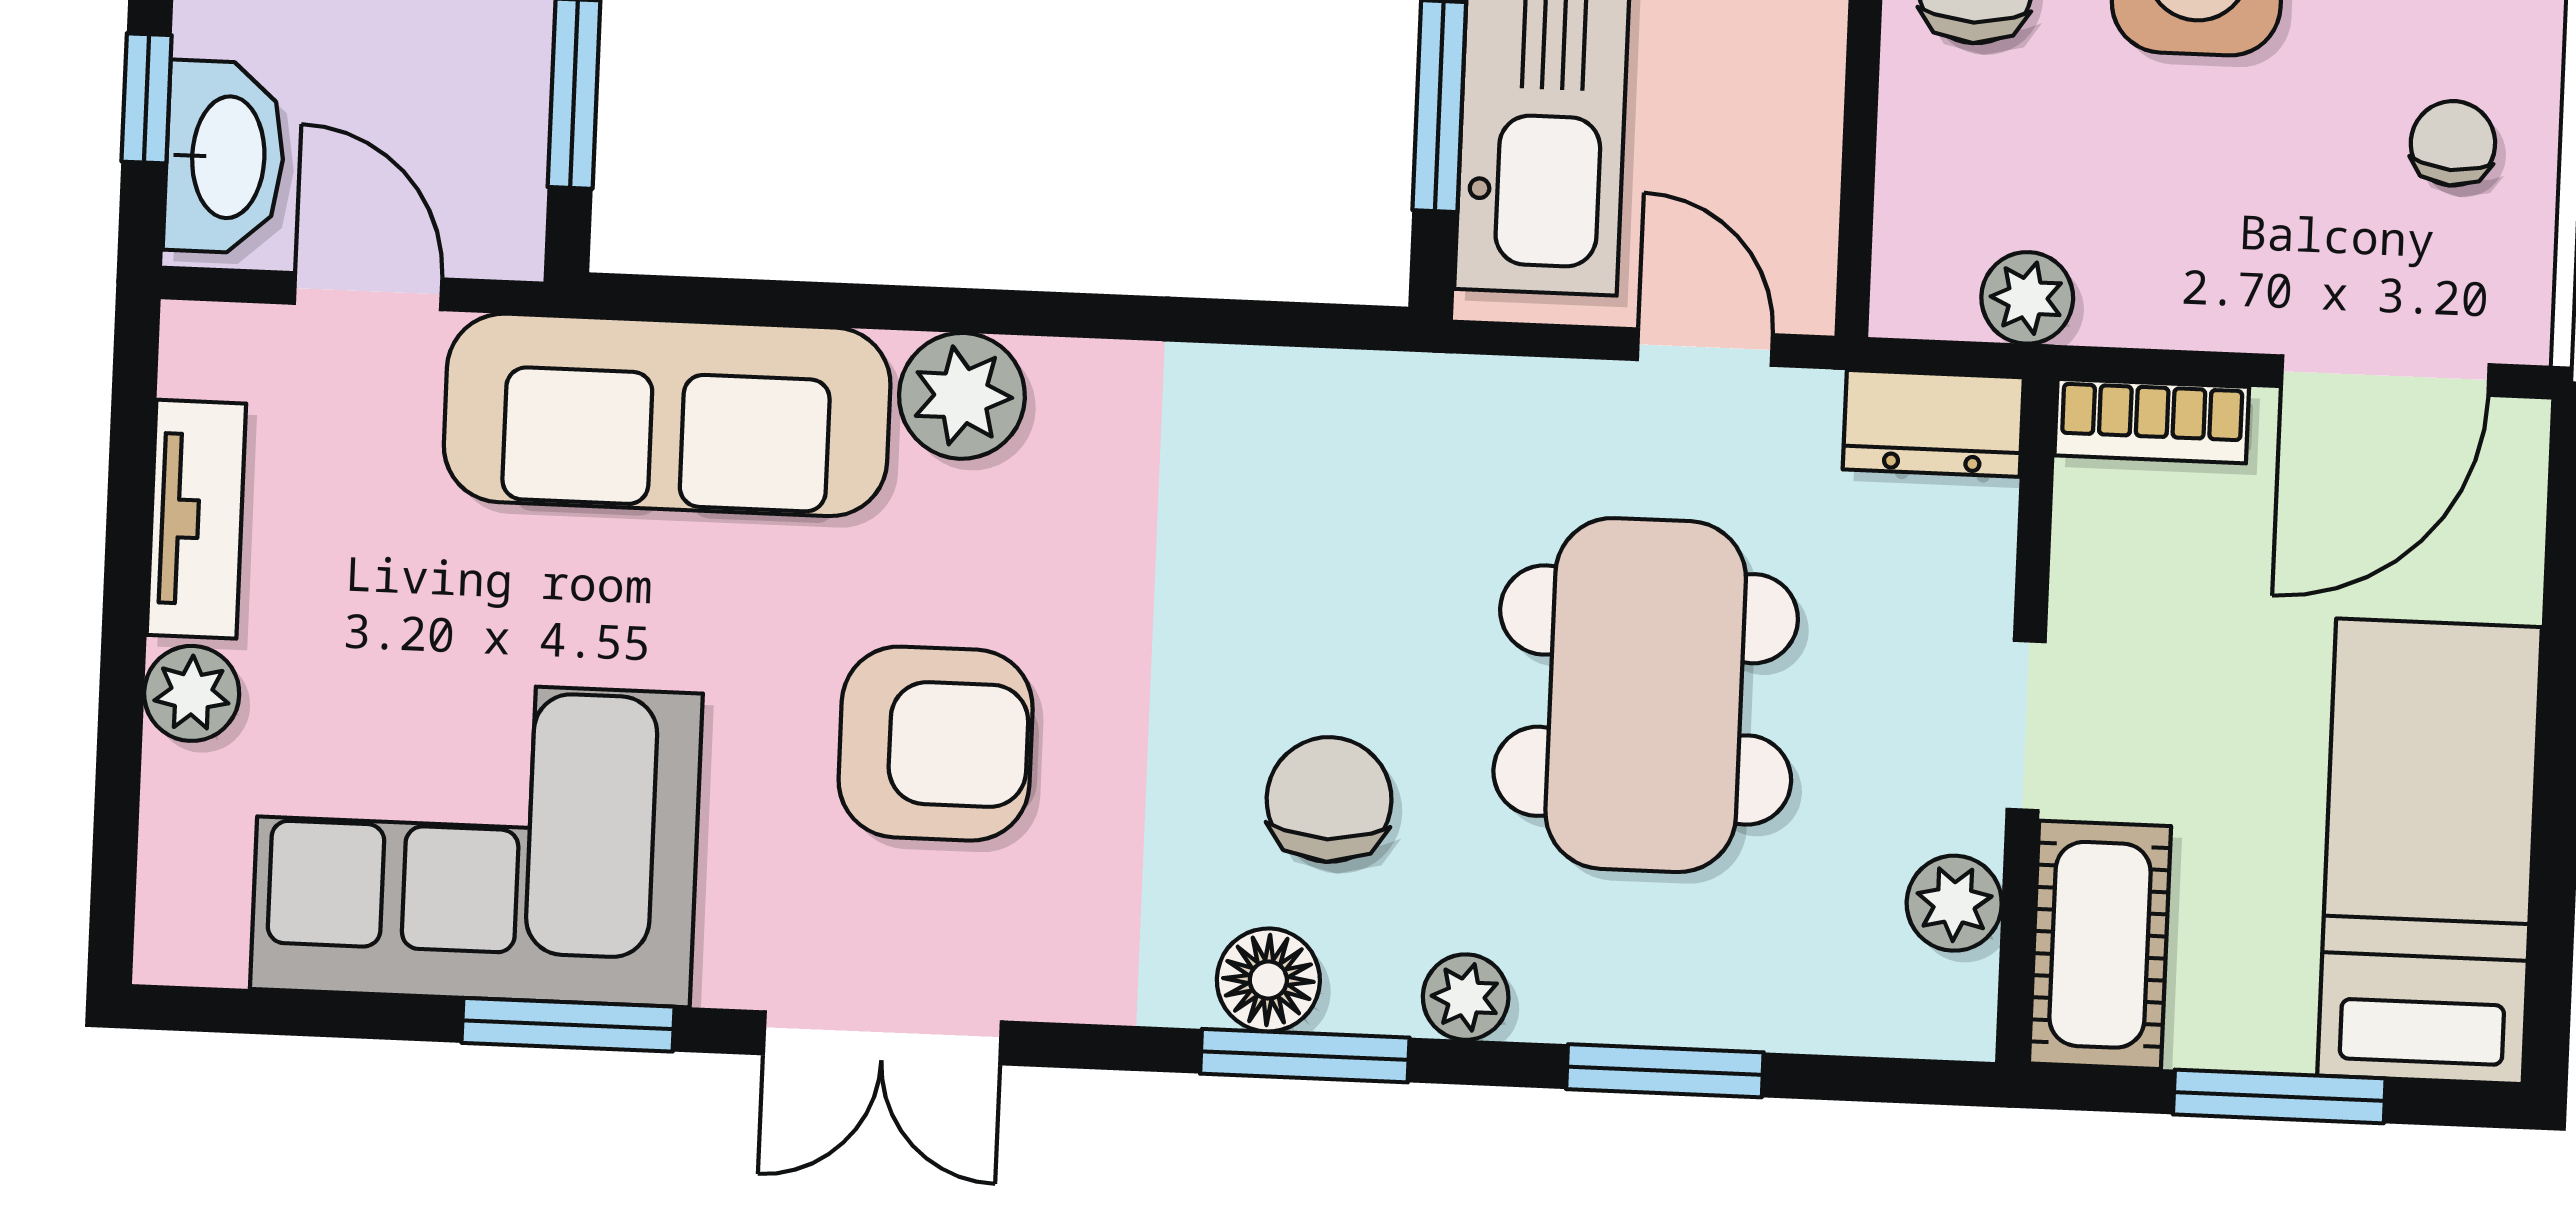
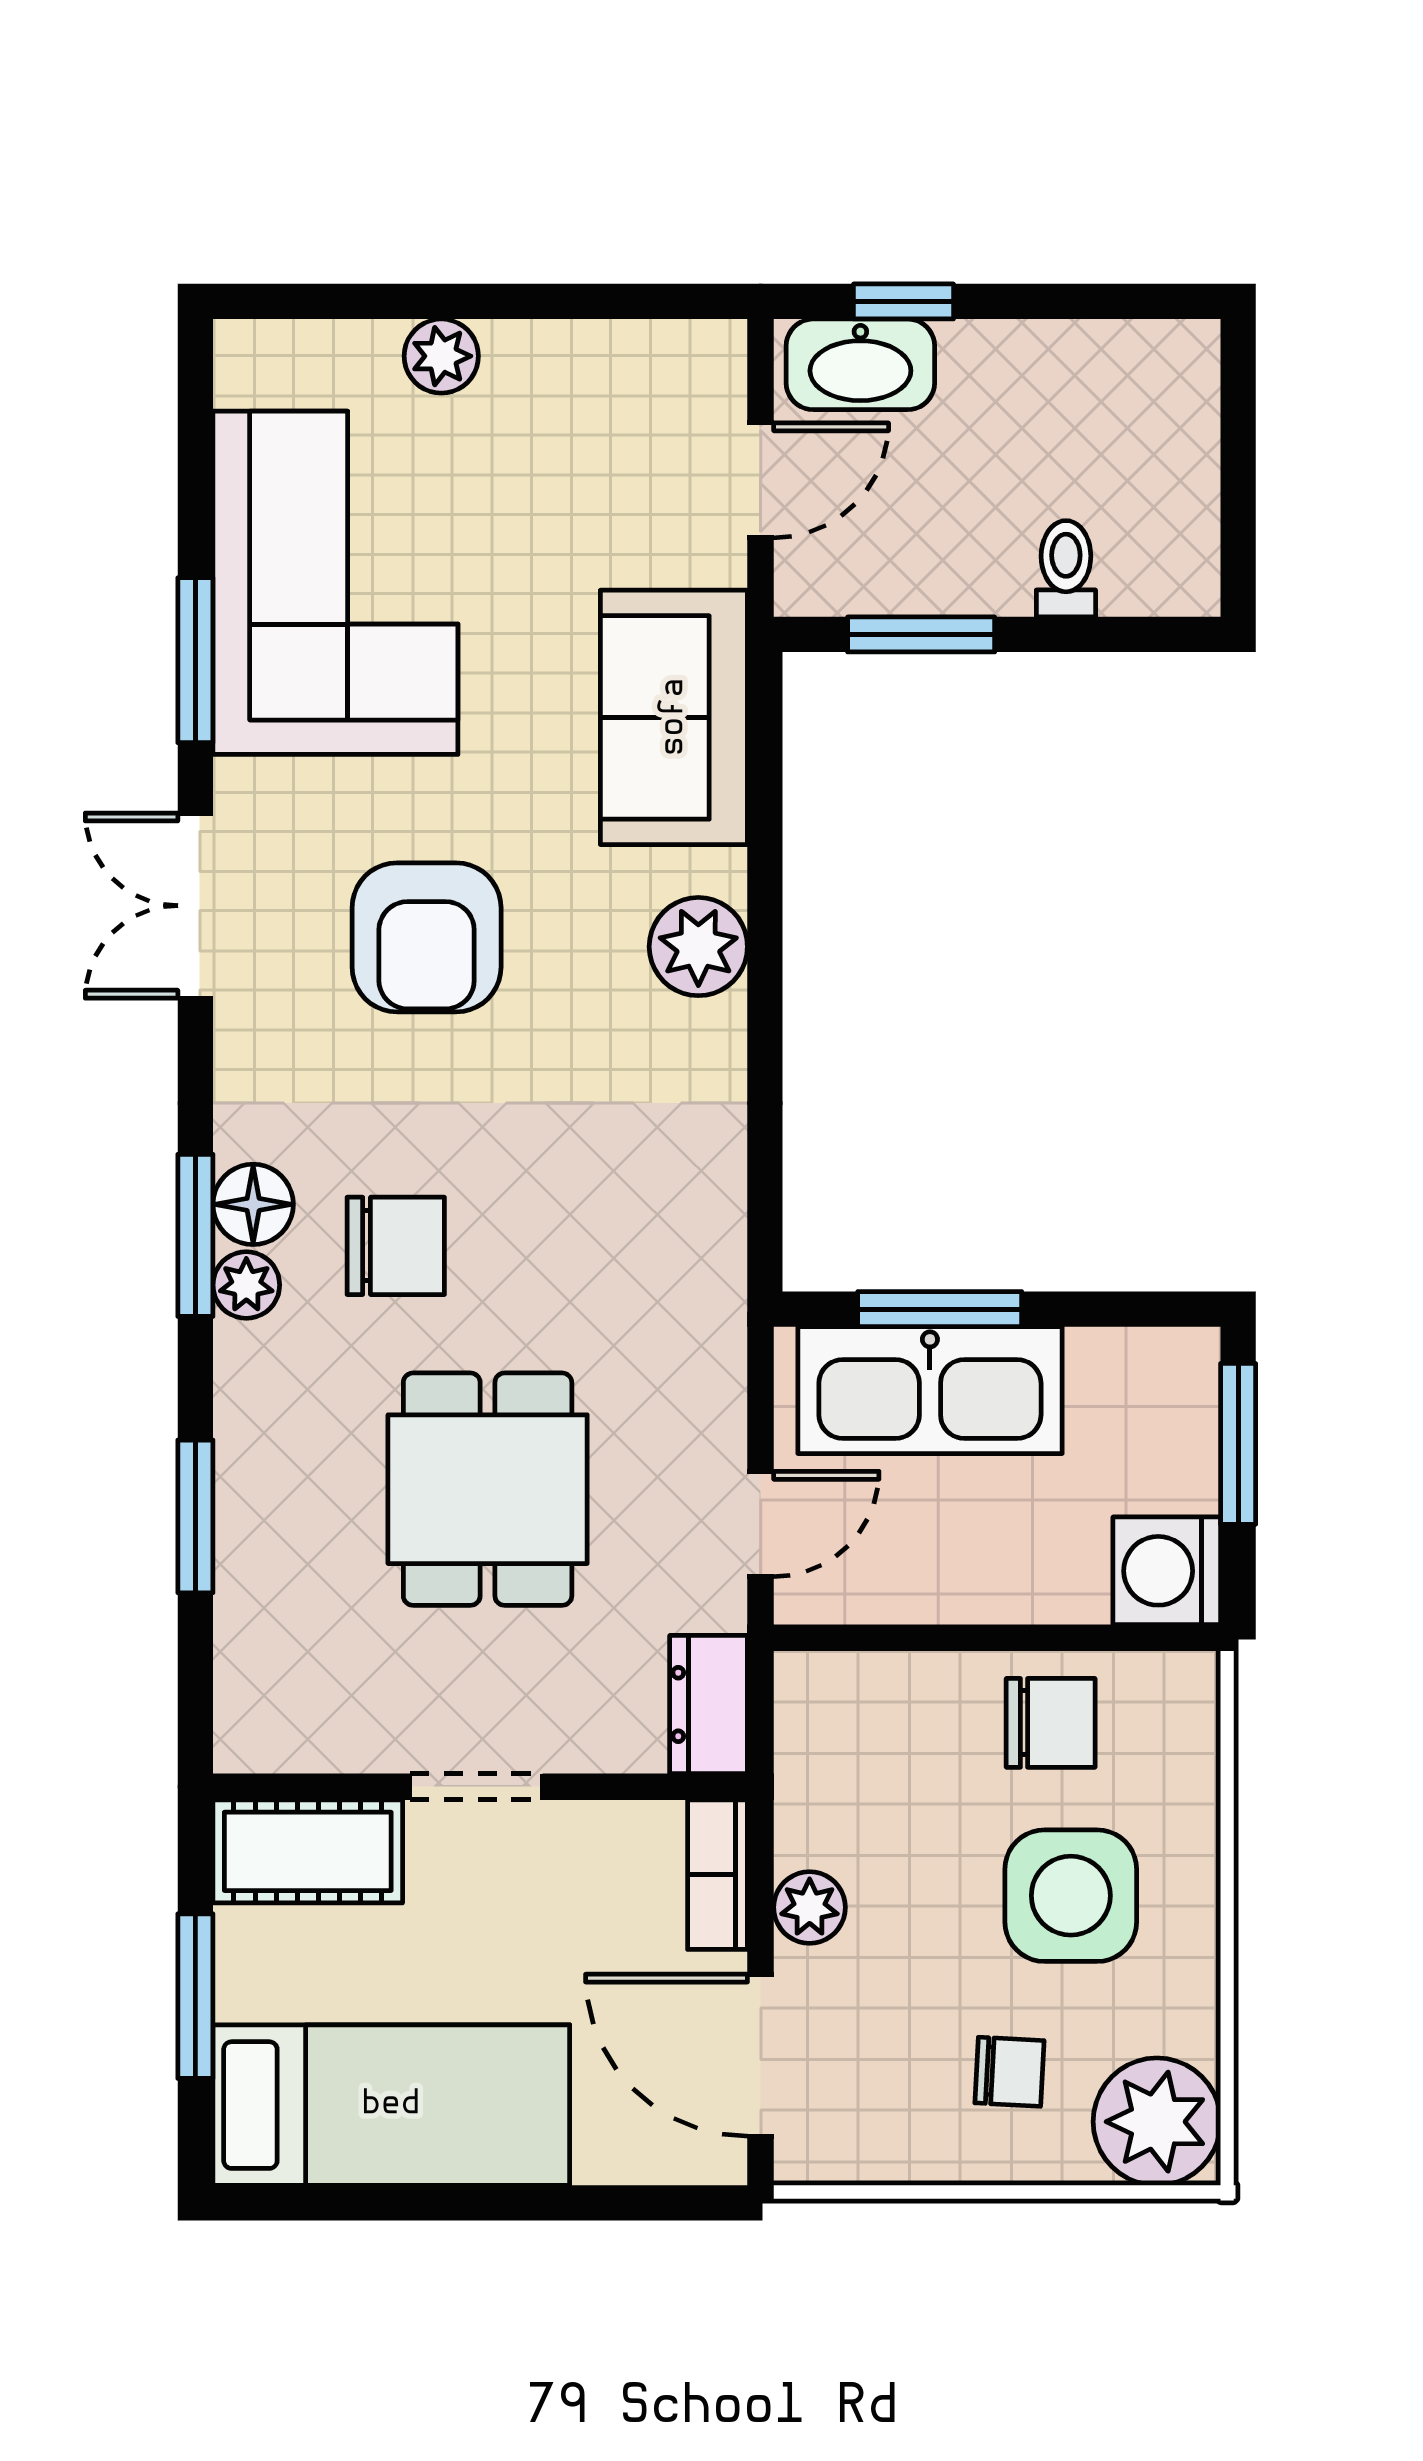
chair: (2453, 143) -> (1009, 2072), moved
plant: (2027, 298) -> (810, 1907), moved
sofa: (667, 415) -> (674, 717), width x0.73
tv unit: (196, 519) -> (577, 354), removed
dining table: (1646, 695) -> (488, 1489), width x0.73
plant: (1954, 903) -> (335, 1736), removed
plant: (1466, 997) -> (246, 1285), moved

